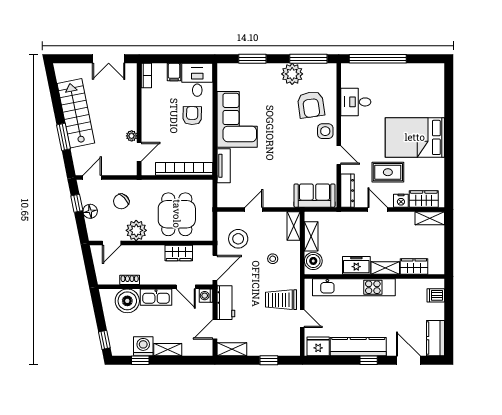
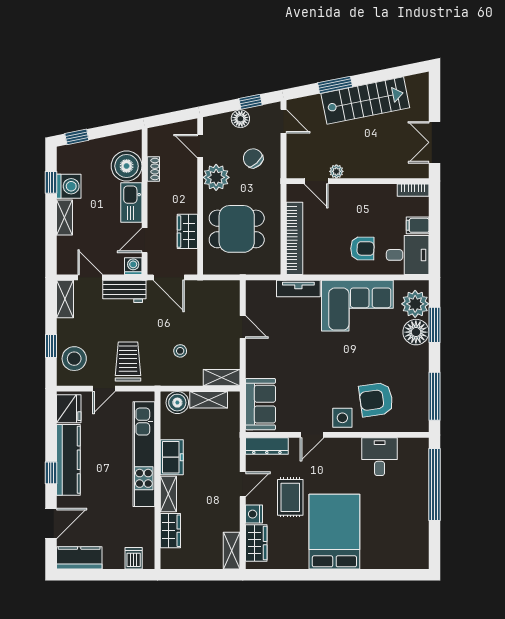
floor lamp: (258, 73) -> (416, 332), added
plant: (292, 74) -> (415, 304), moved
stool: (238, 239) -> (74, 359), moved

